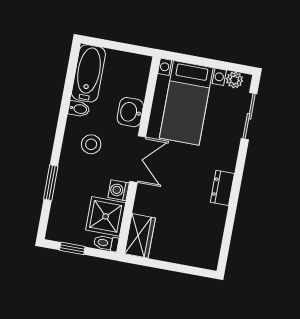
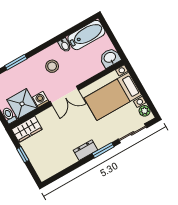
washbasin: (130, 112) -> (110, 58), moved
window: (240, 167) -> (103, 150), added
window: (166, 266) -> (23, 155), added

